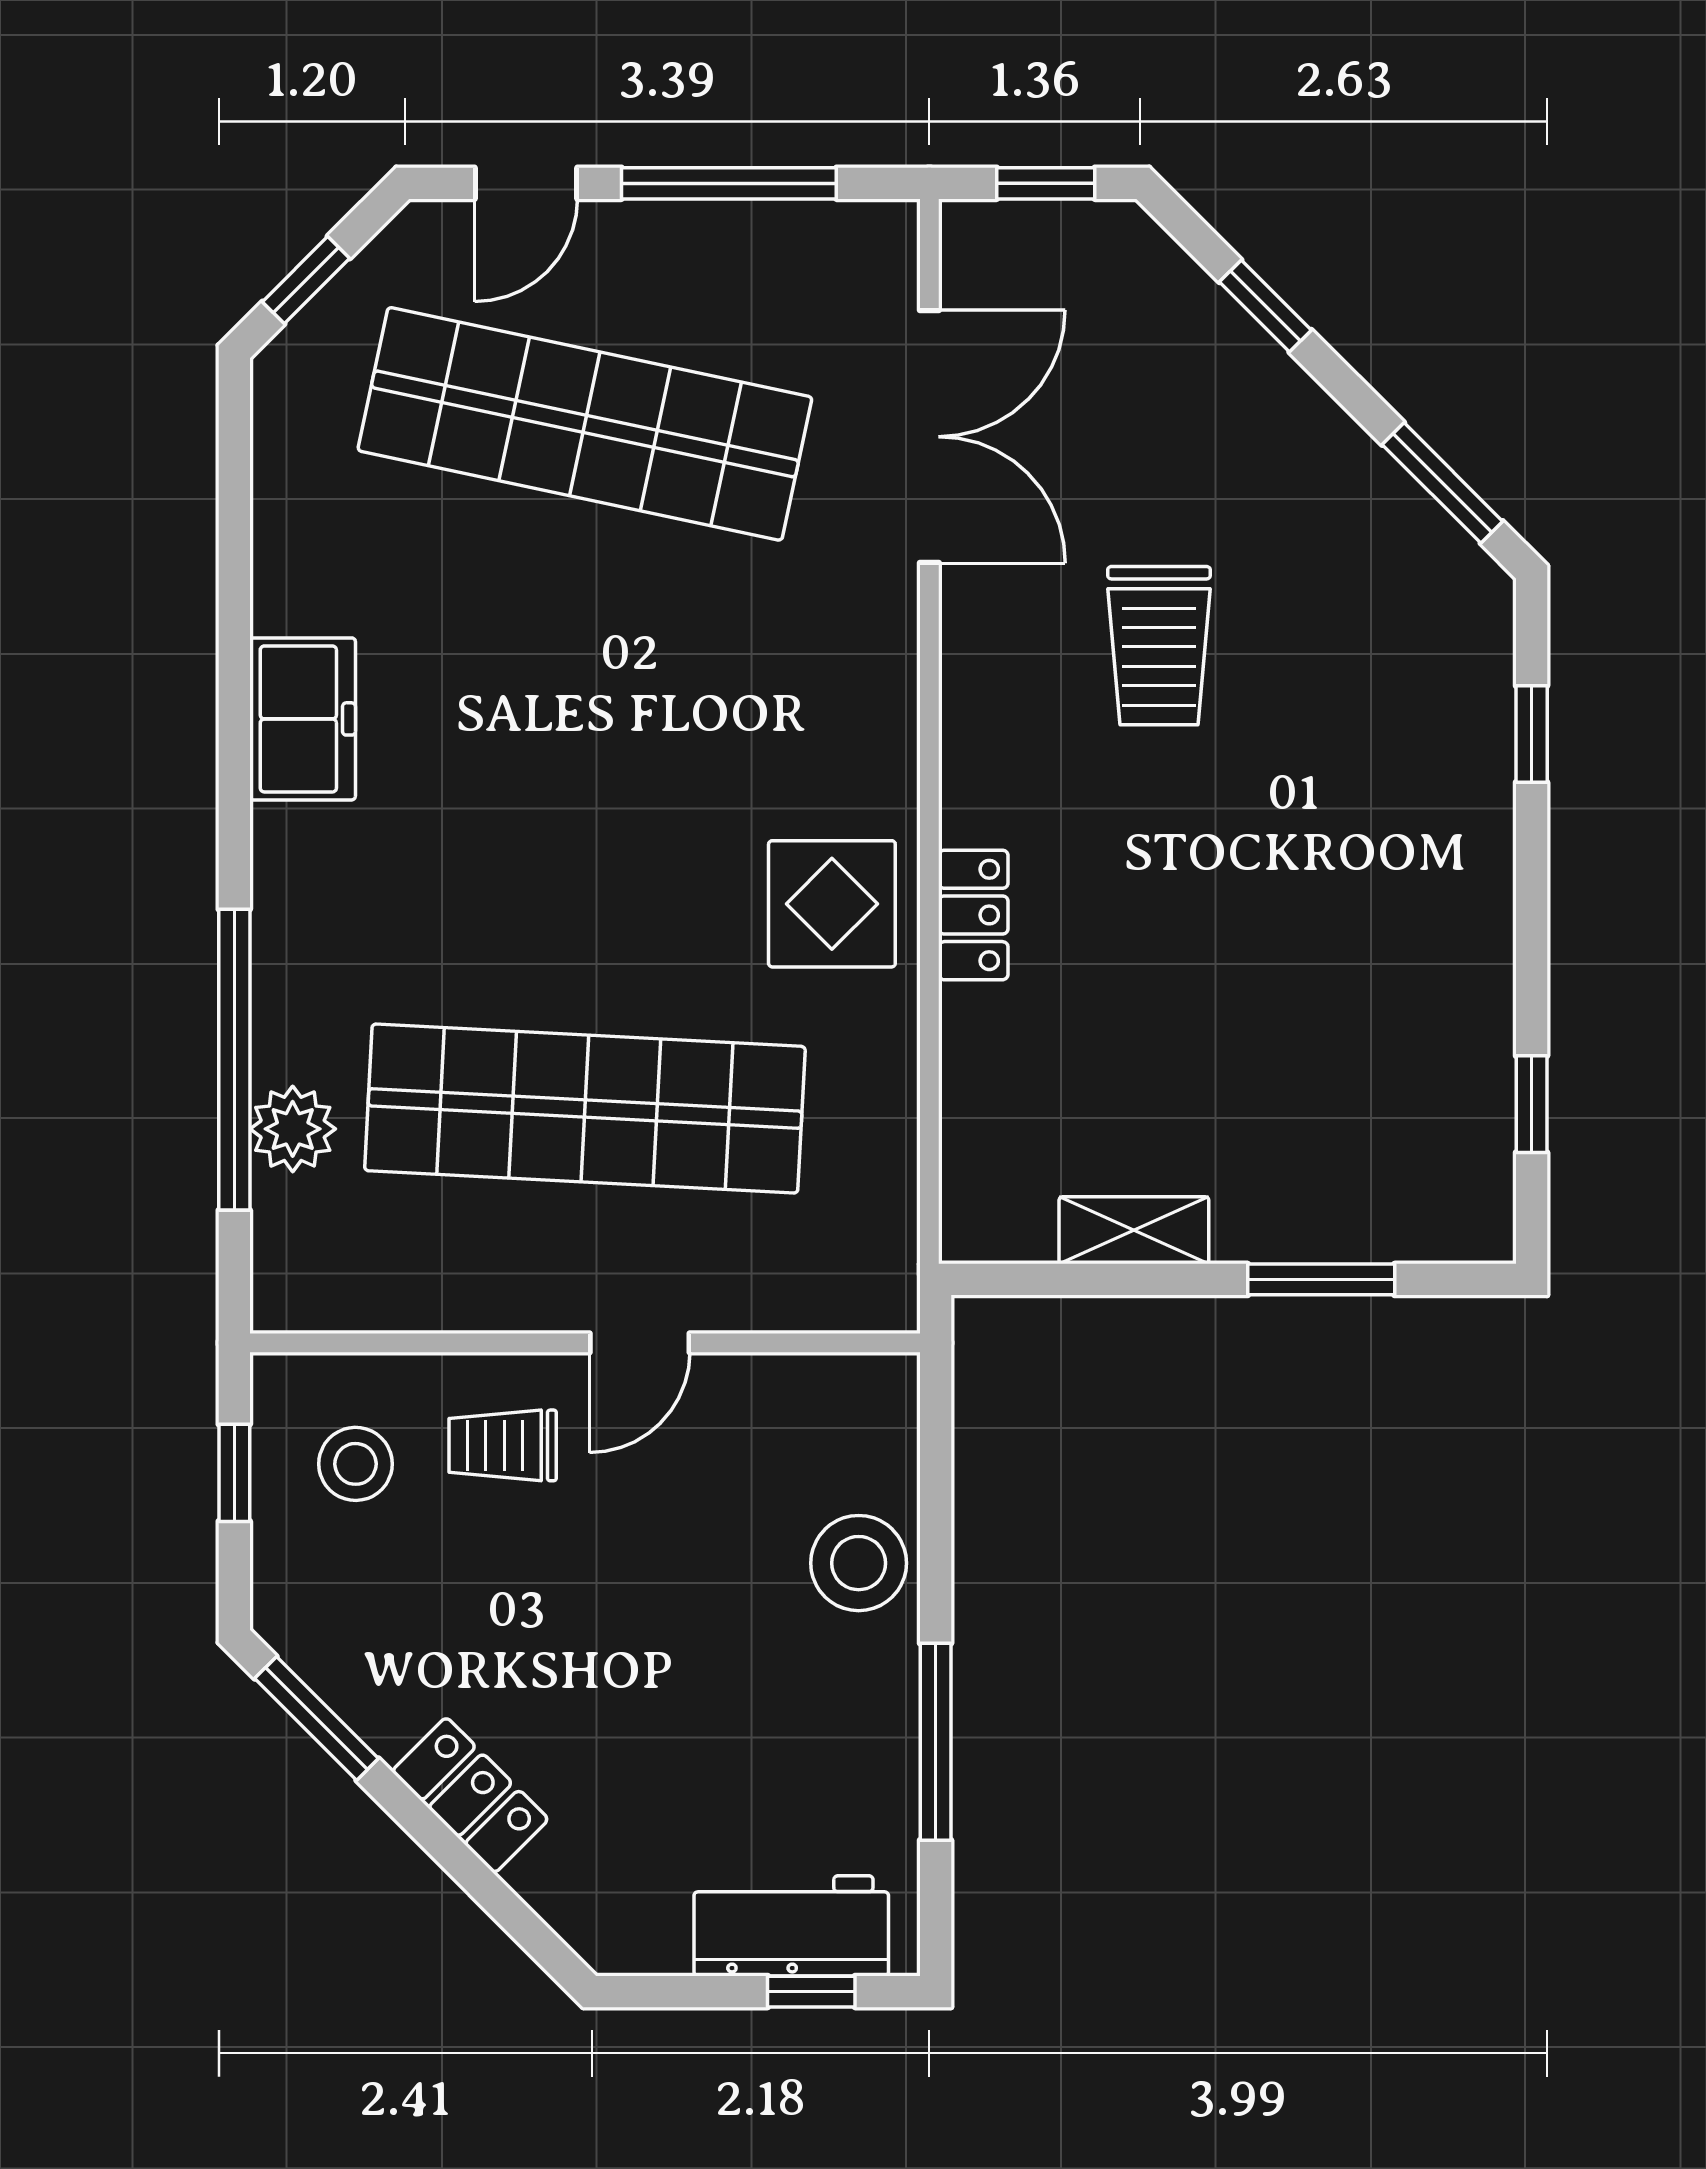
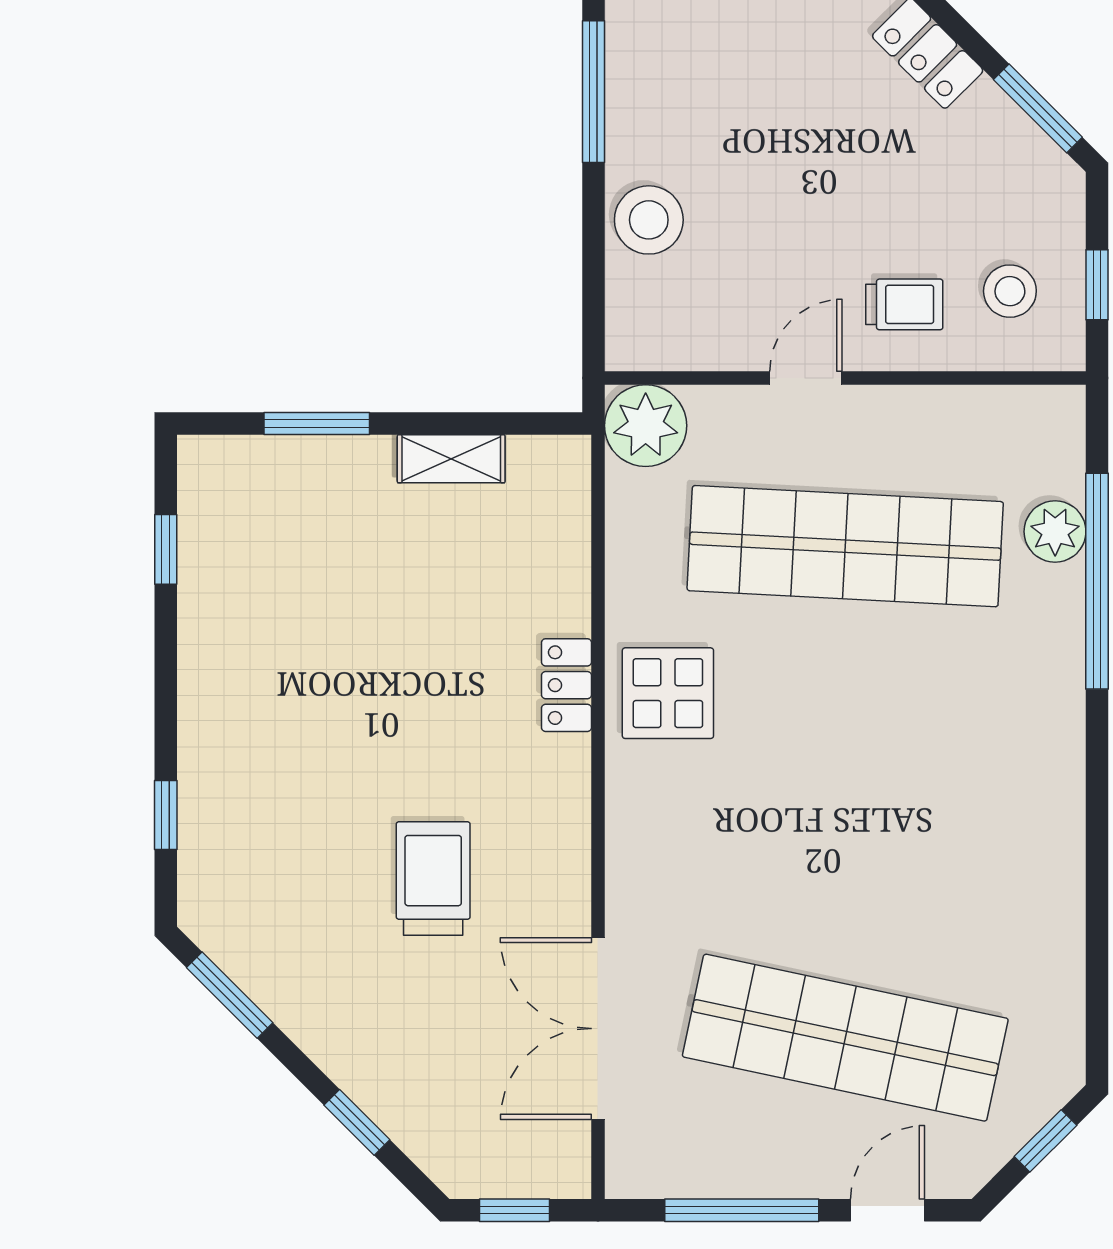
freezer: (303, 719) -> (1048, 826), removed
plant: (863, 1276) -> (646, 426), added

